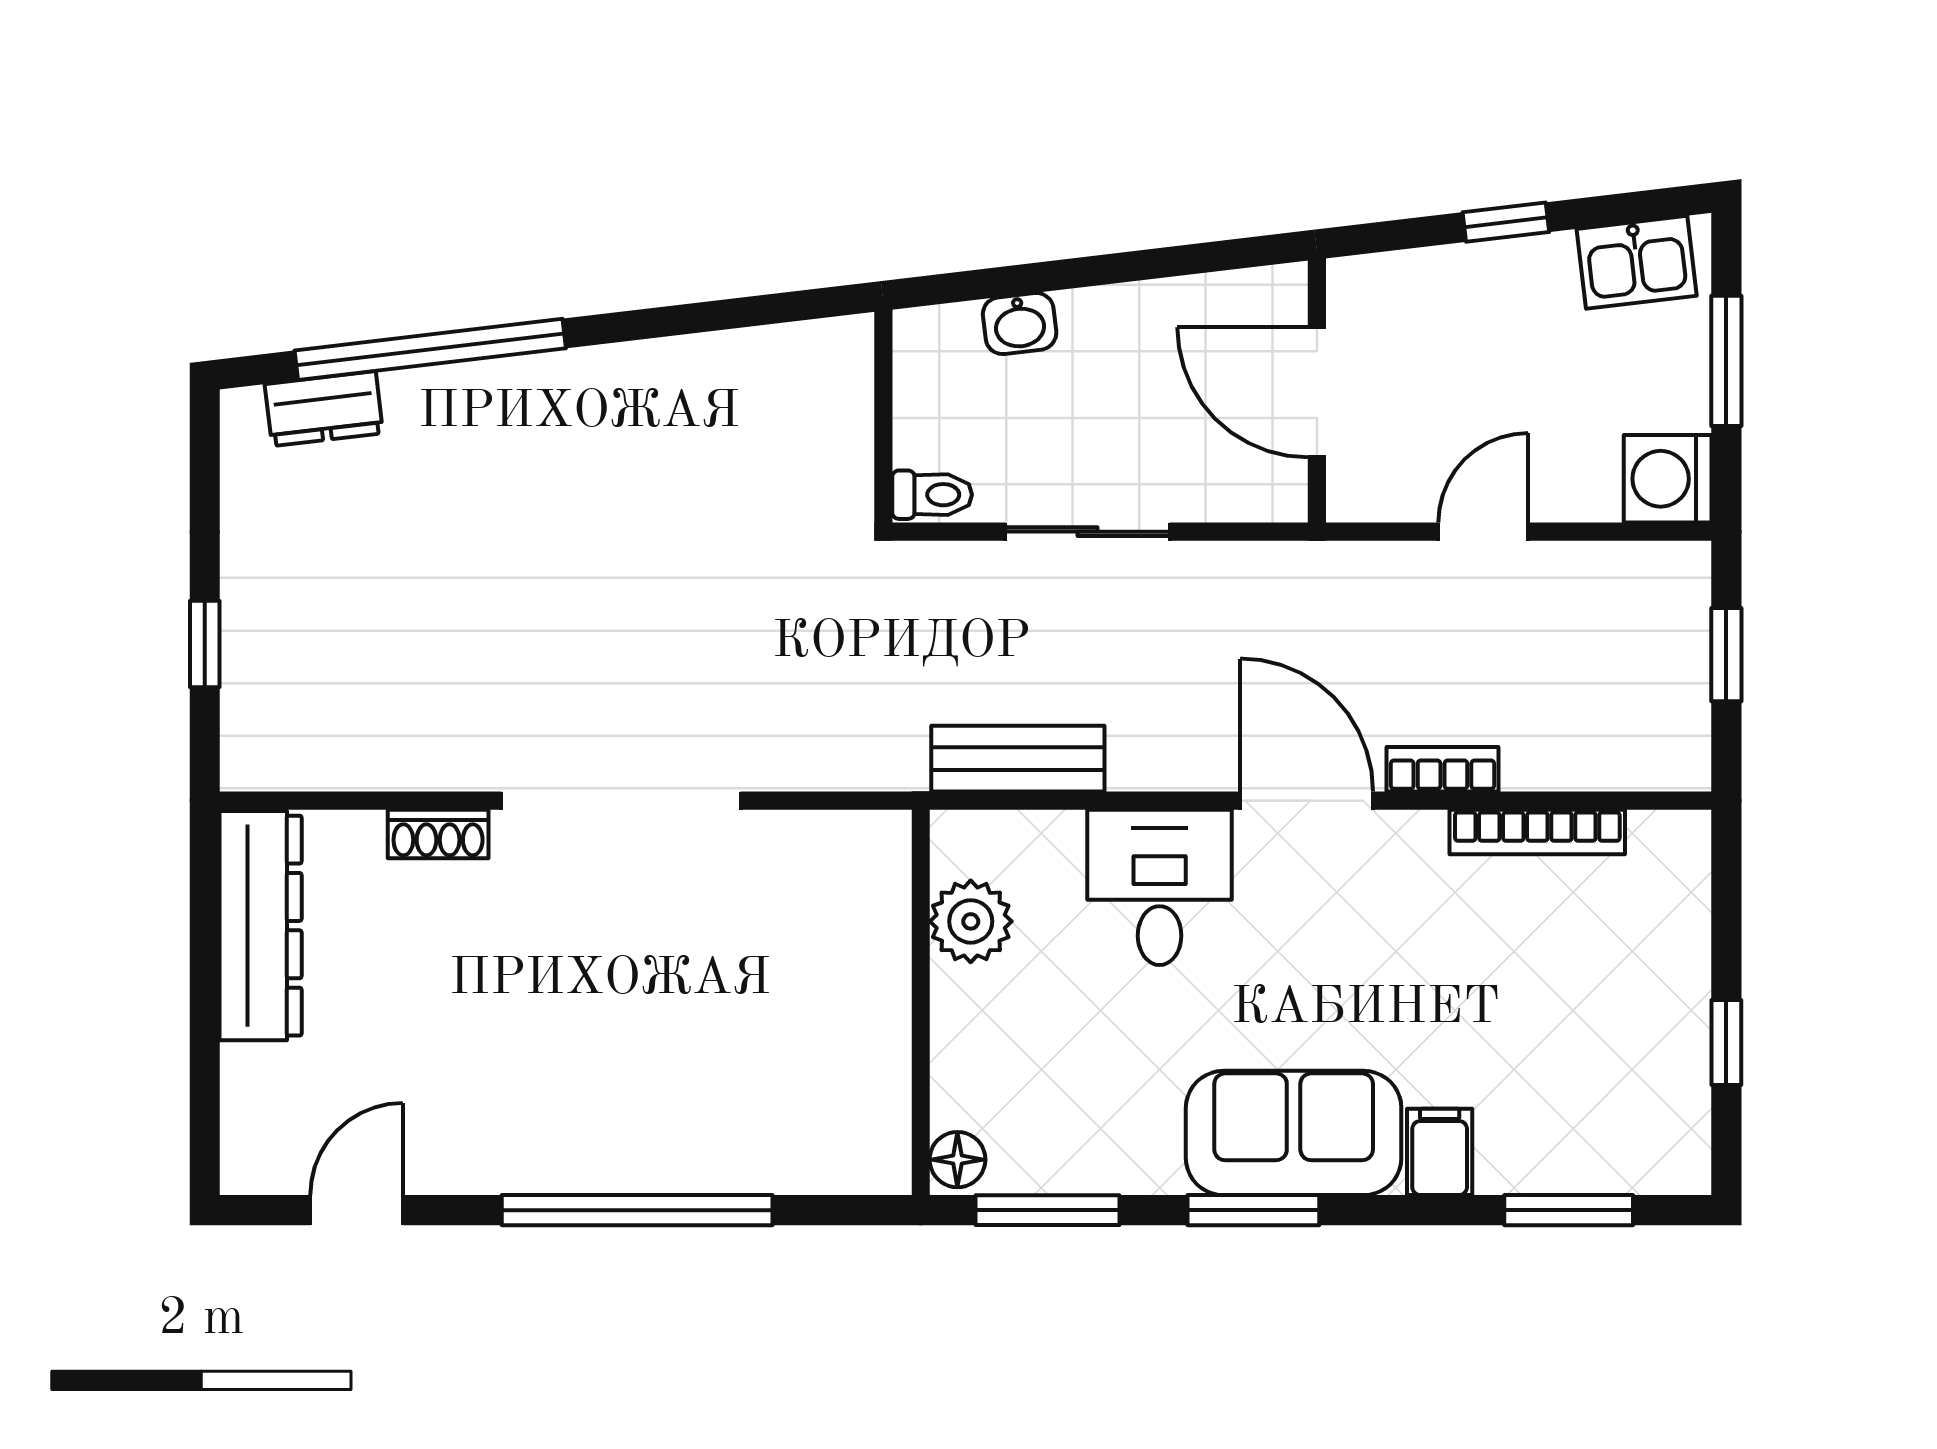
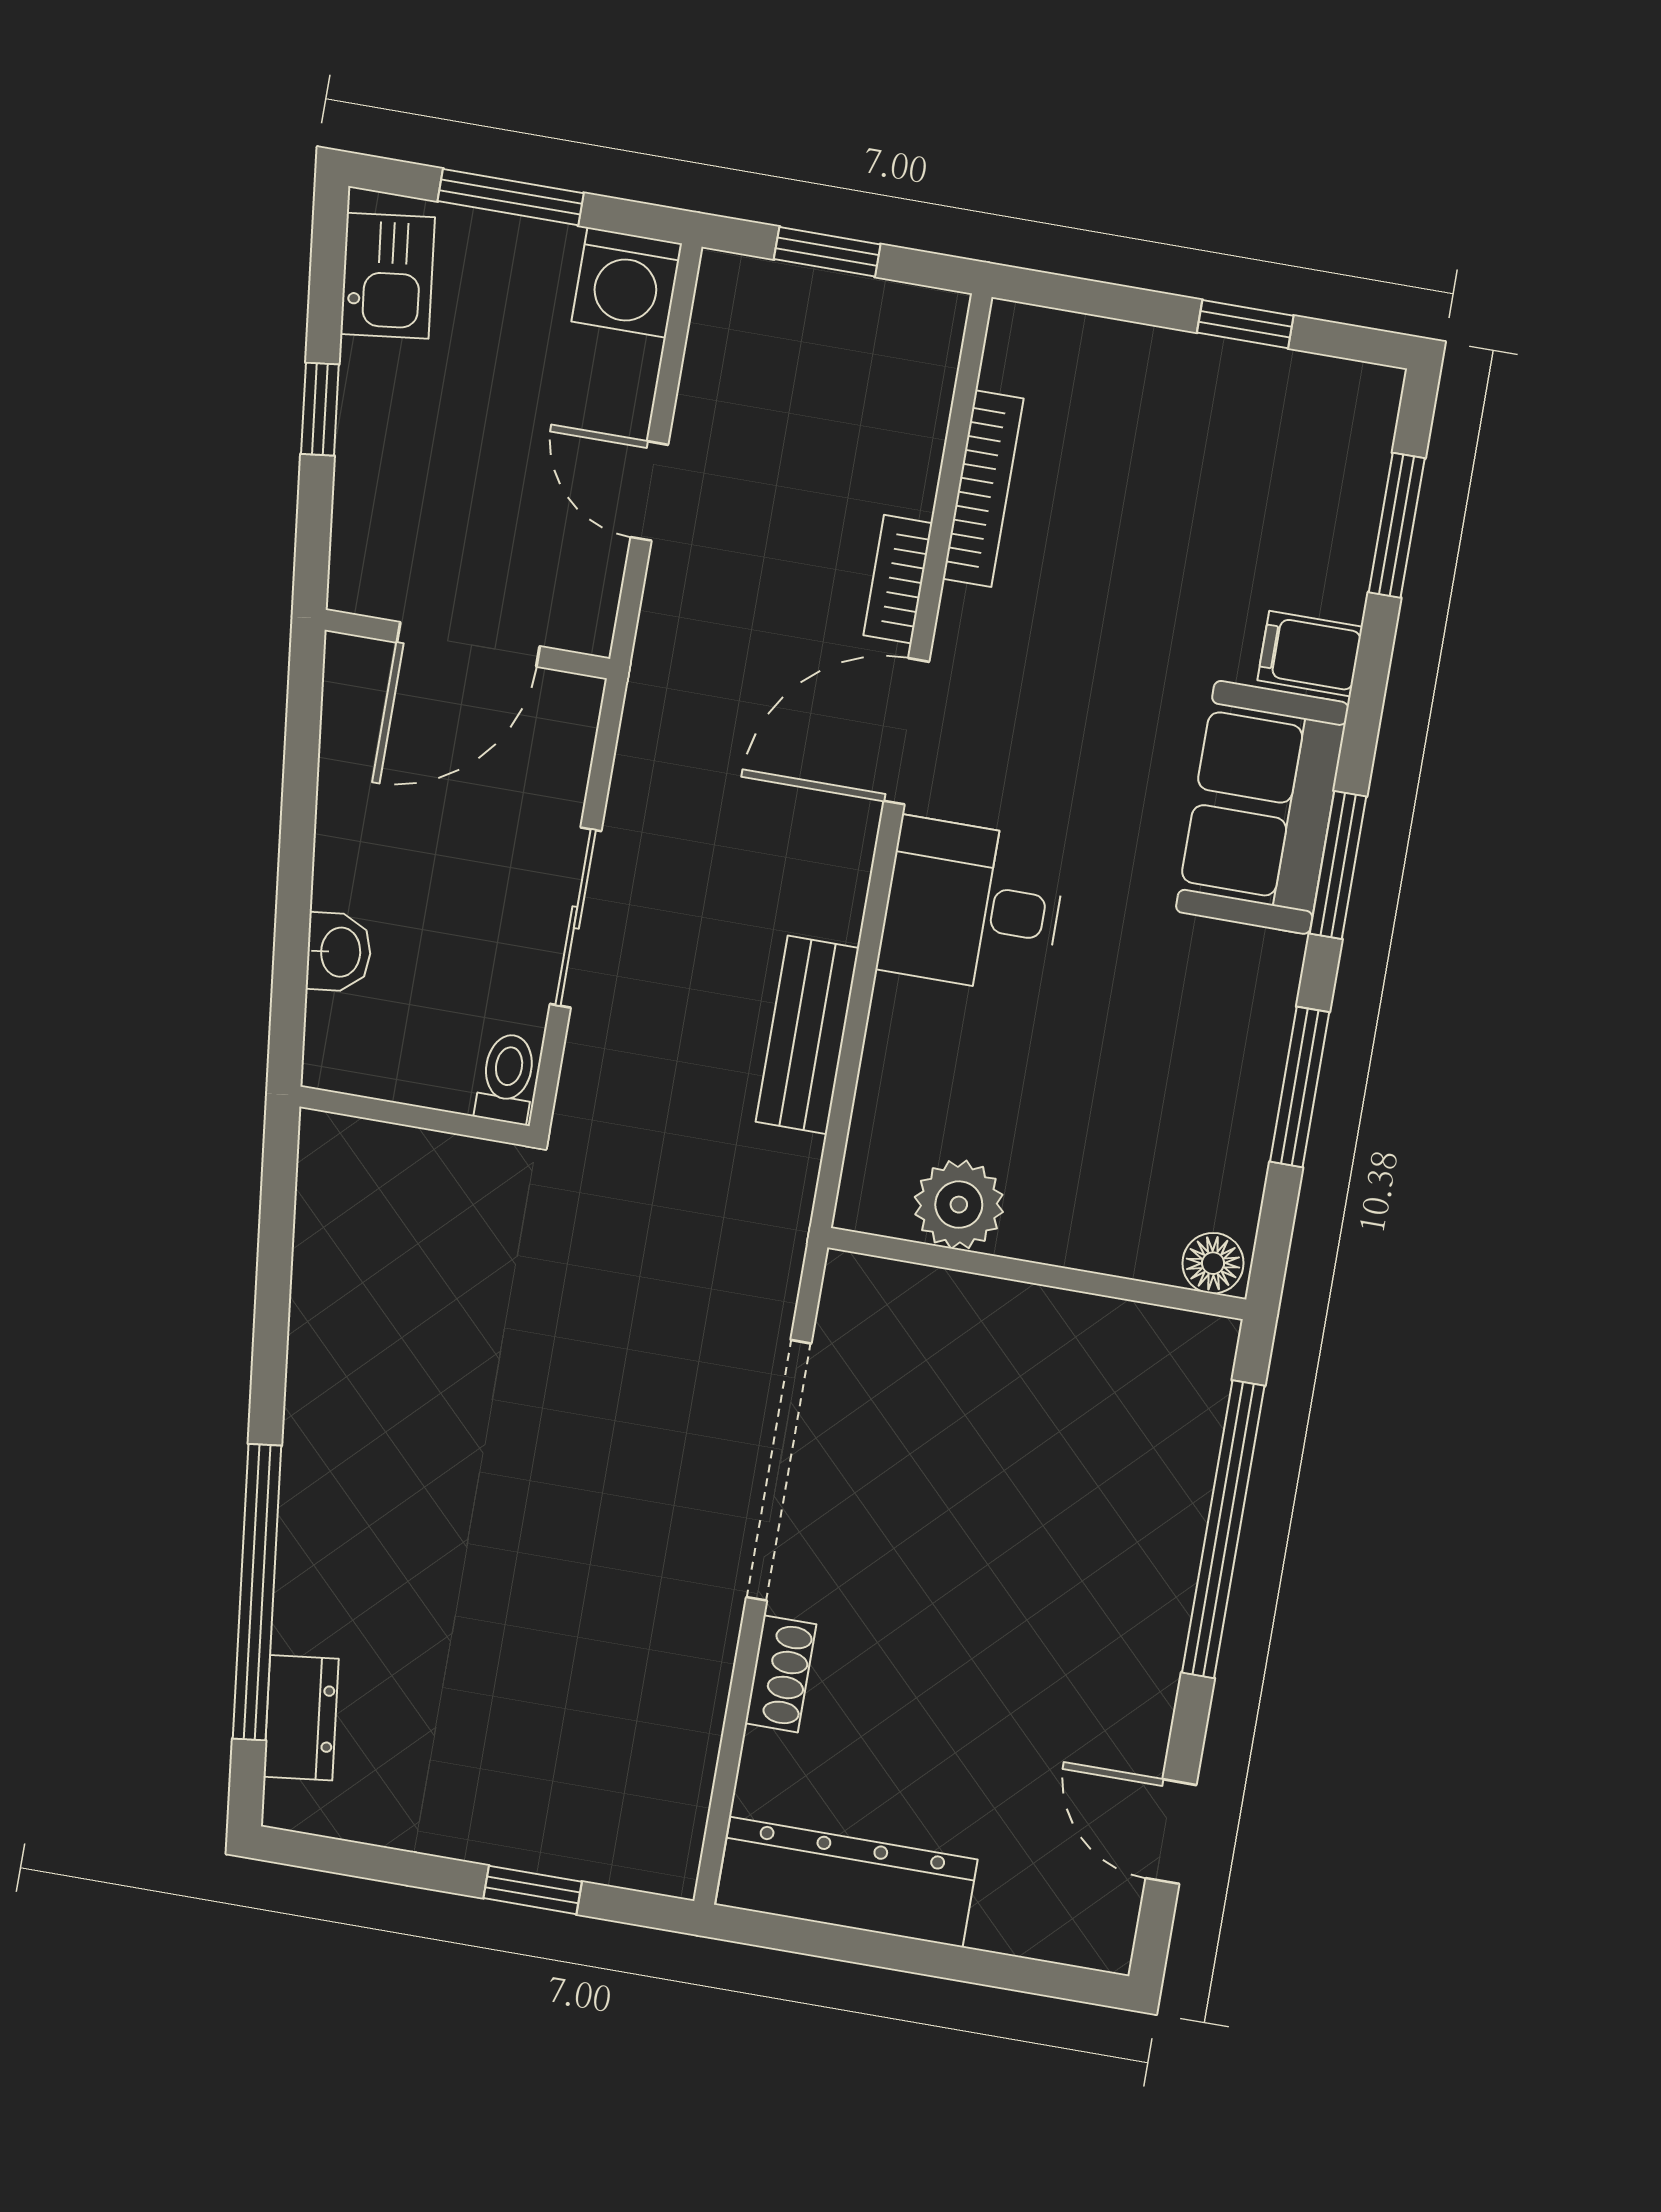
plant: (971, 921) -> (959, 1205), moved
wall: (921, 1002) -> (1037, 1274), moved
floor lamp: (957, 1160) -> (1213, 1263), moved

